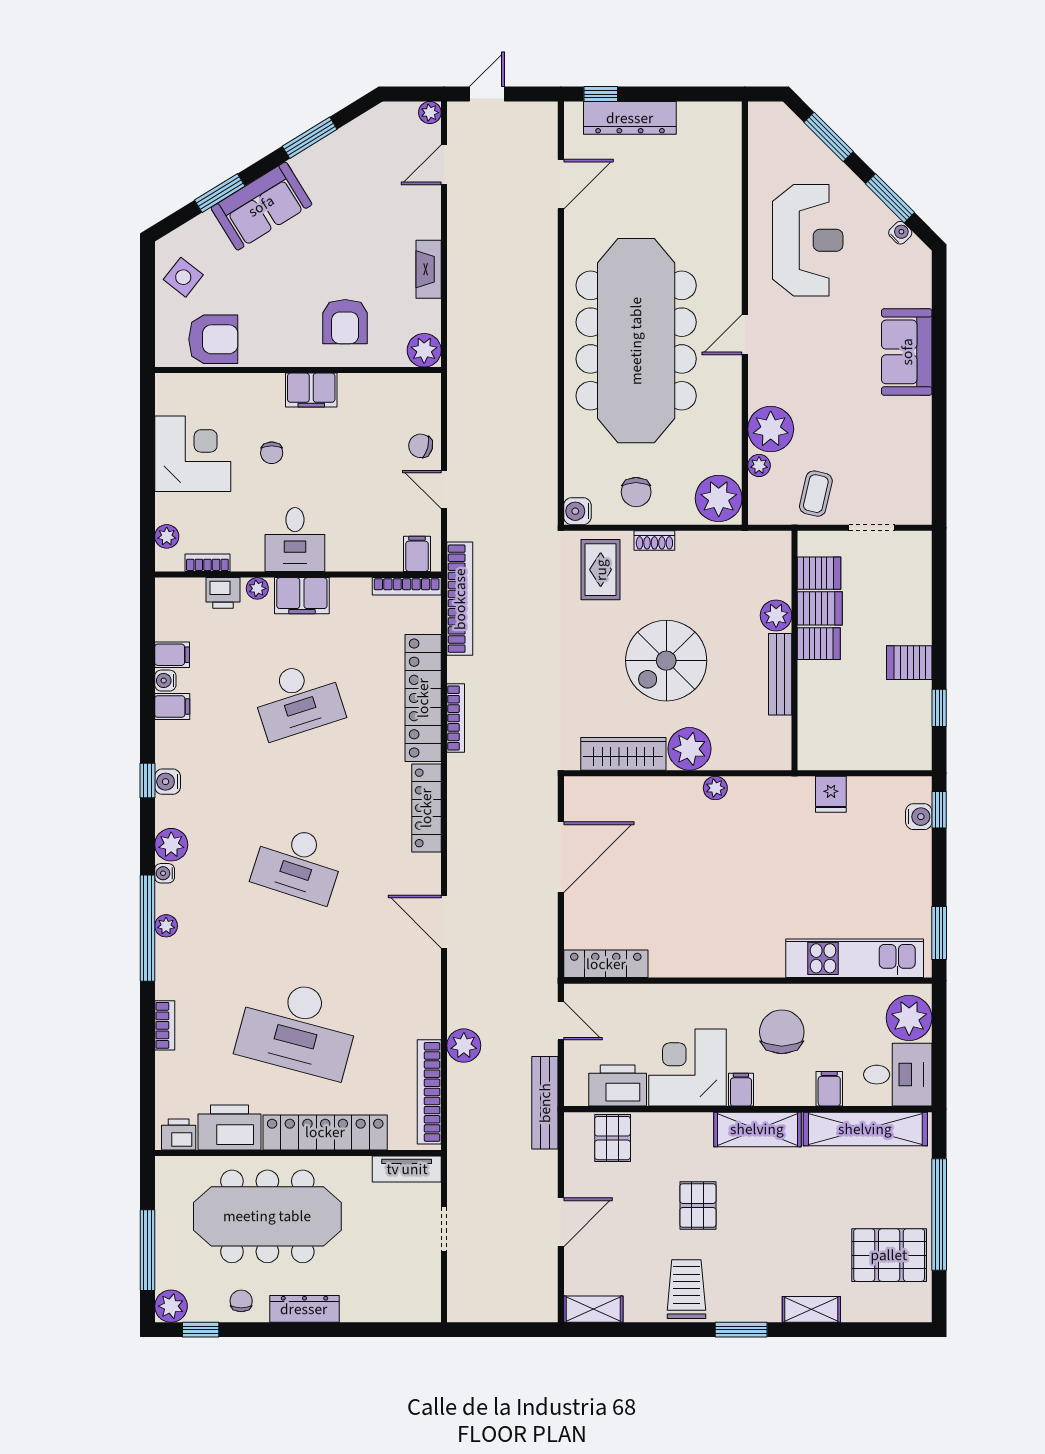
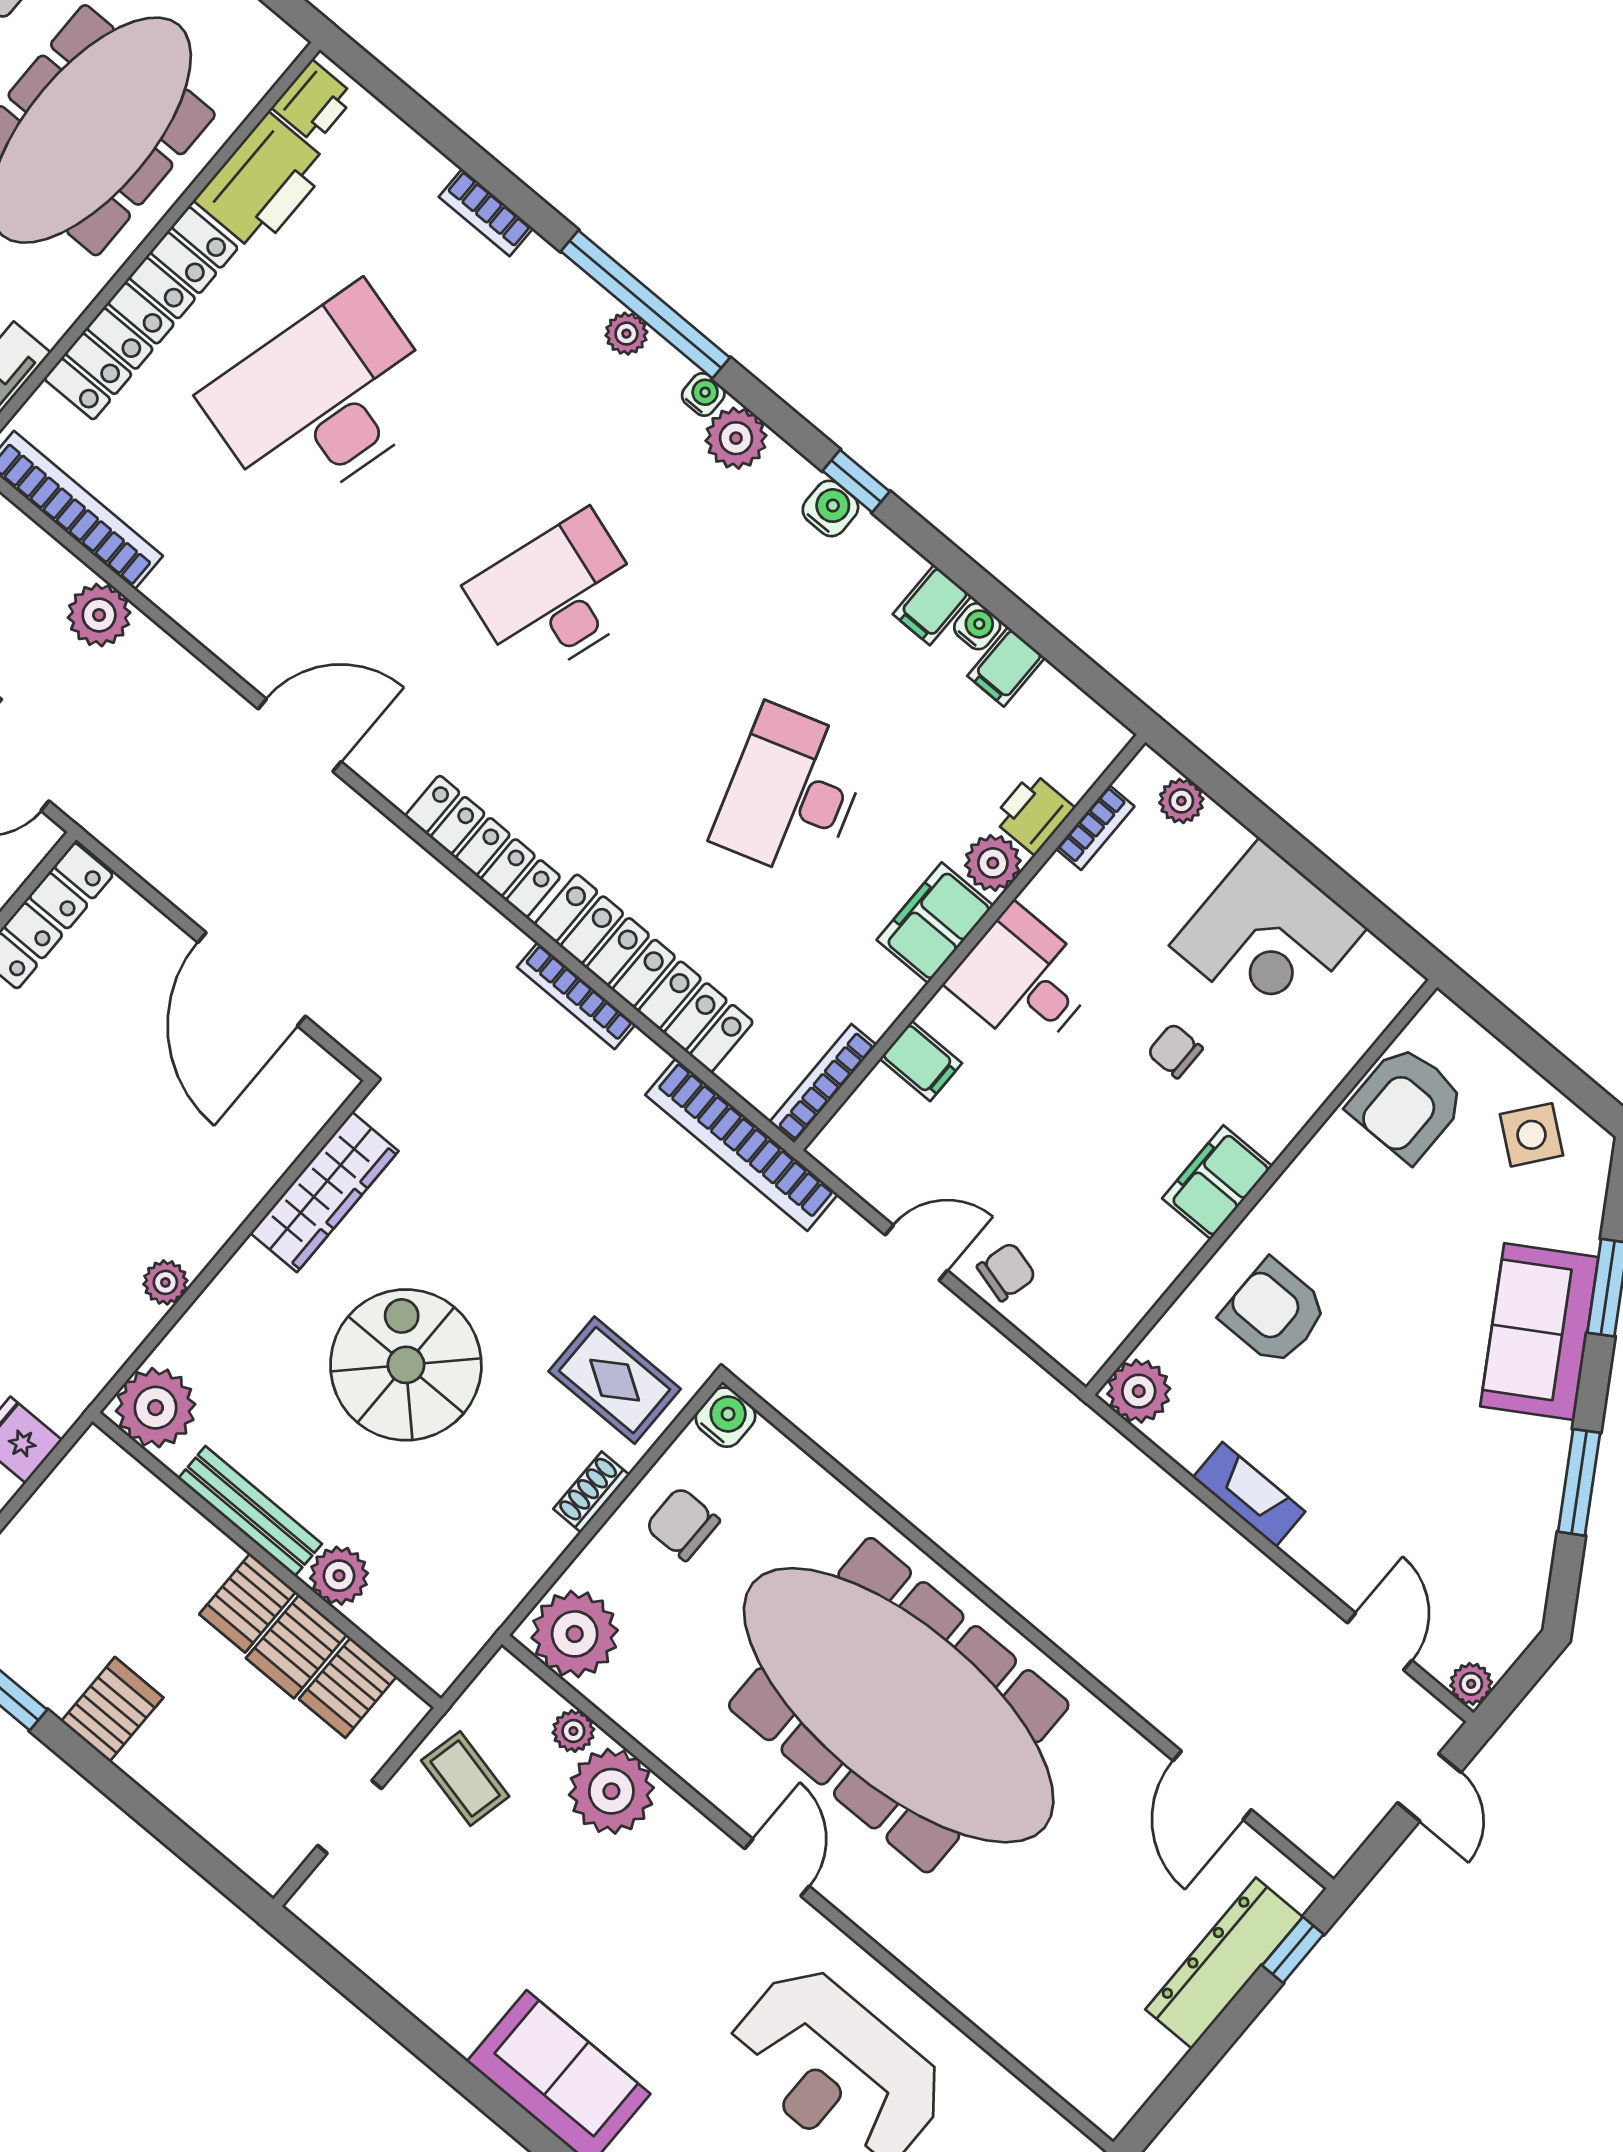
filing cabinet: (417, 554) -> (921, 1061), moved
plant: (257, 588) -> (993, 863), width x1.38, depth x1.38
plant: (690, 749) -> (156, 1408), moved

